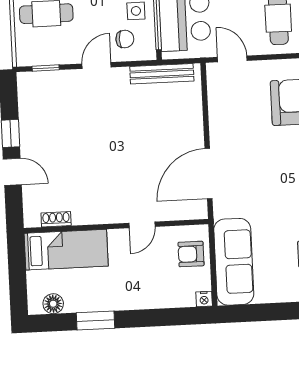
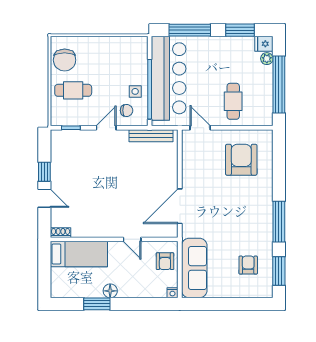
shoe rack: (56, 219) -> (61, 233), moved
door: (142, 225) -> (132, 239), hinge flipped
armchair: (191, 254) -> (165, 261), turned -90
floor lamp: (53, 304) -> (110, 291), moved

